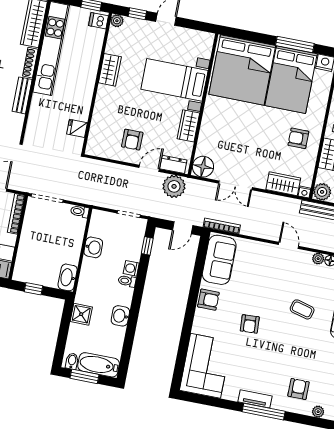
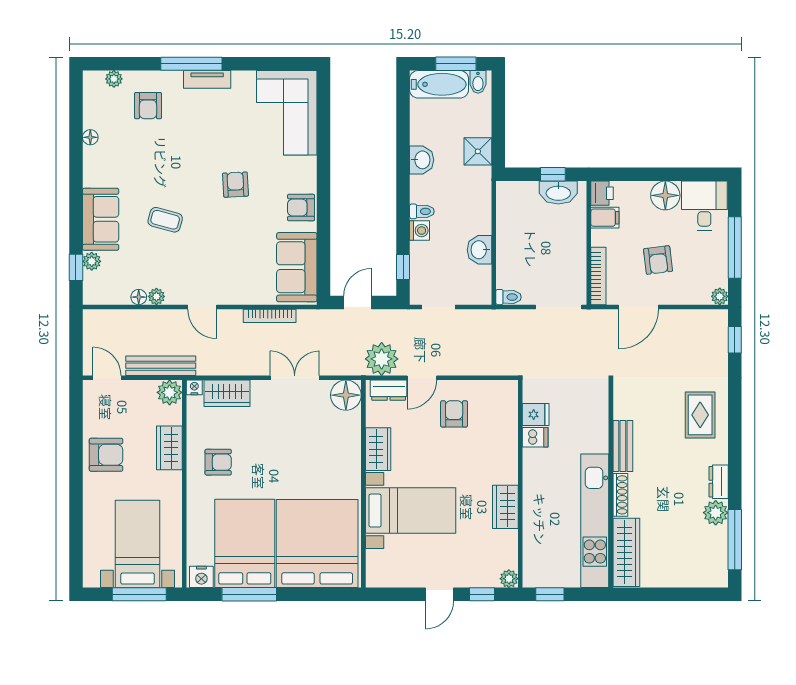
dishwasher: (98, 21) -> (535, 437), moved
bookcase: (222, 226) -> (270, 316), moved
washbasin: (68, 277) -> (558, 193), moved, turned 90

